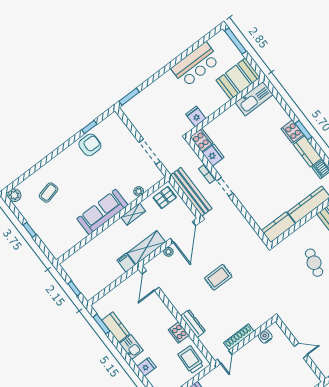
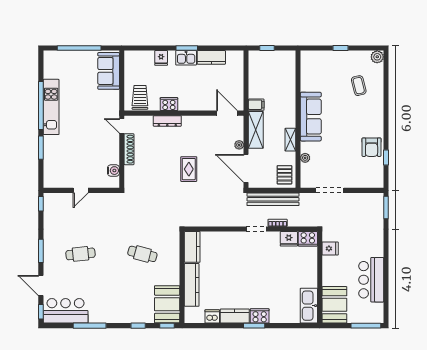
window: (101, 324) -> (187, 48), moved
trolley: (191, 360) -> (140, 97), turned -93

